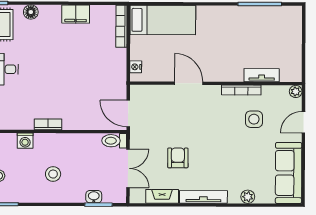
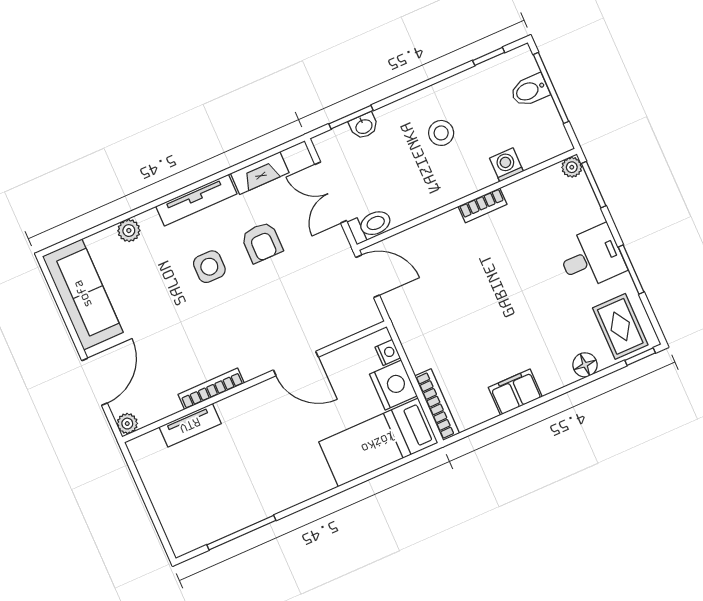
nightstand: (141, 48) -> (393, 385), added
side table: (254, 119) -> (209, 267), moved
door: (303, 122) -> (95, 382), width x1.37

